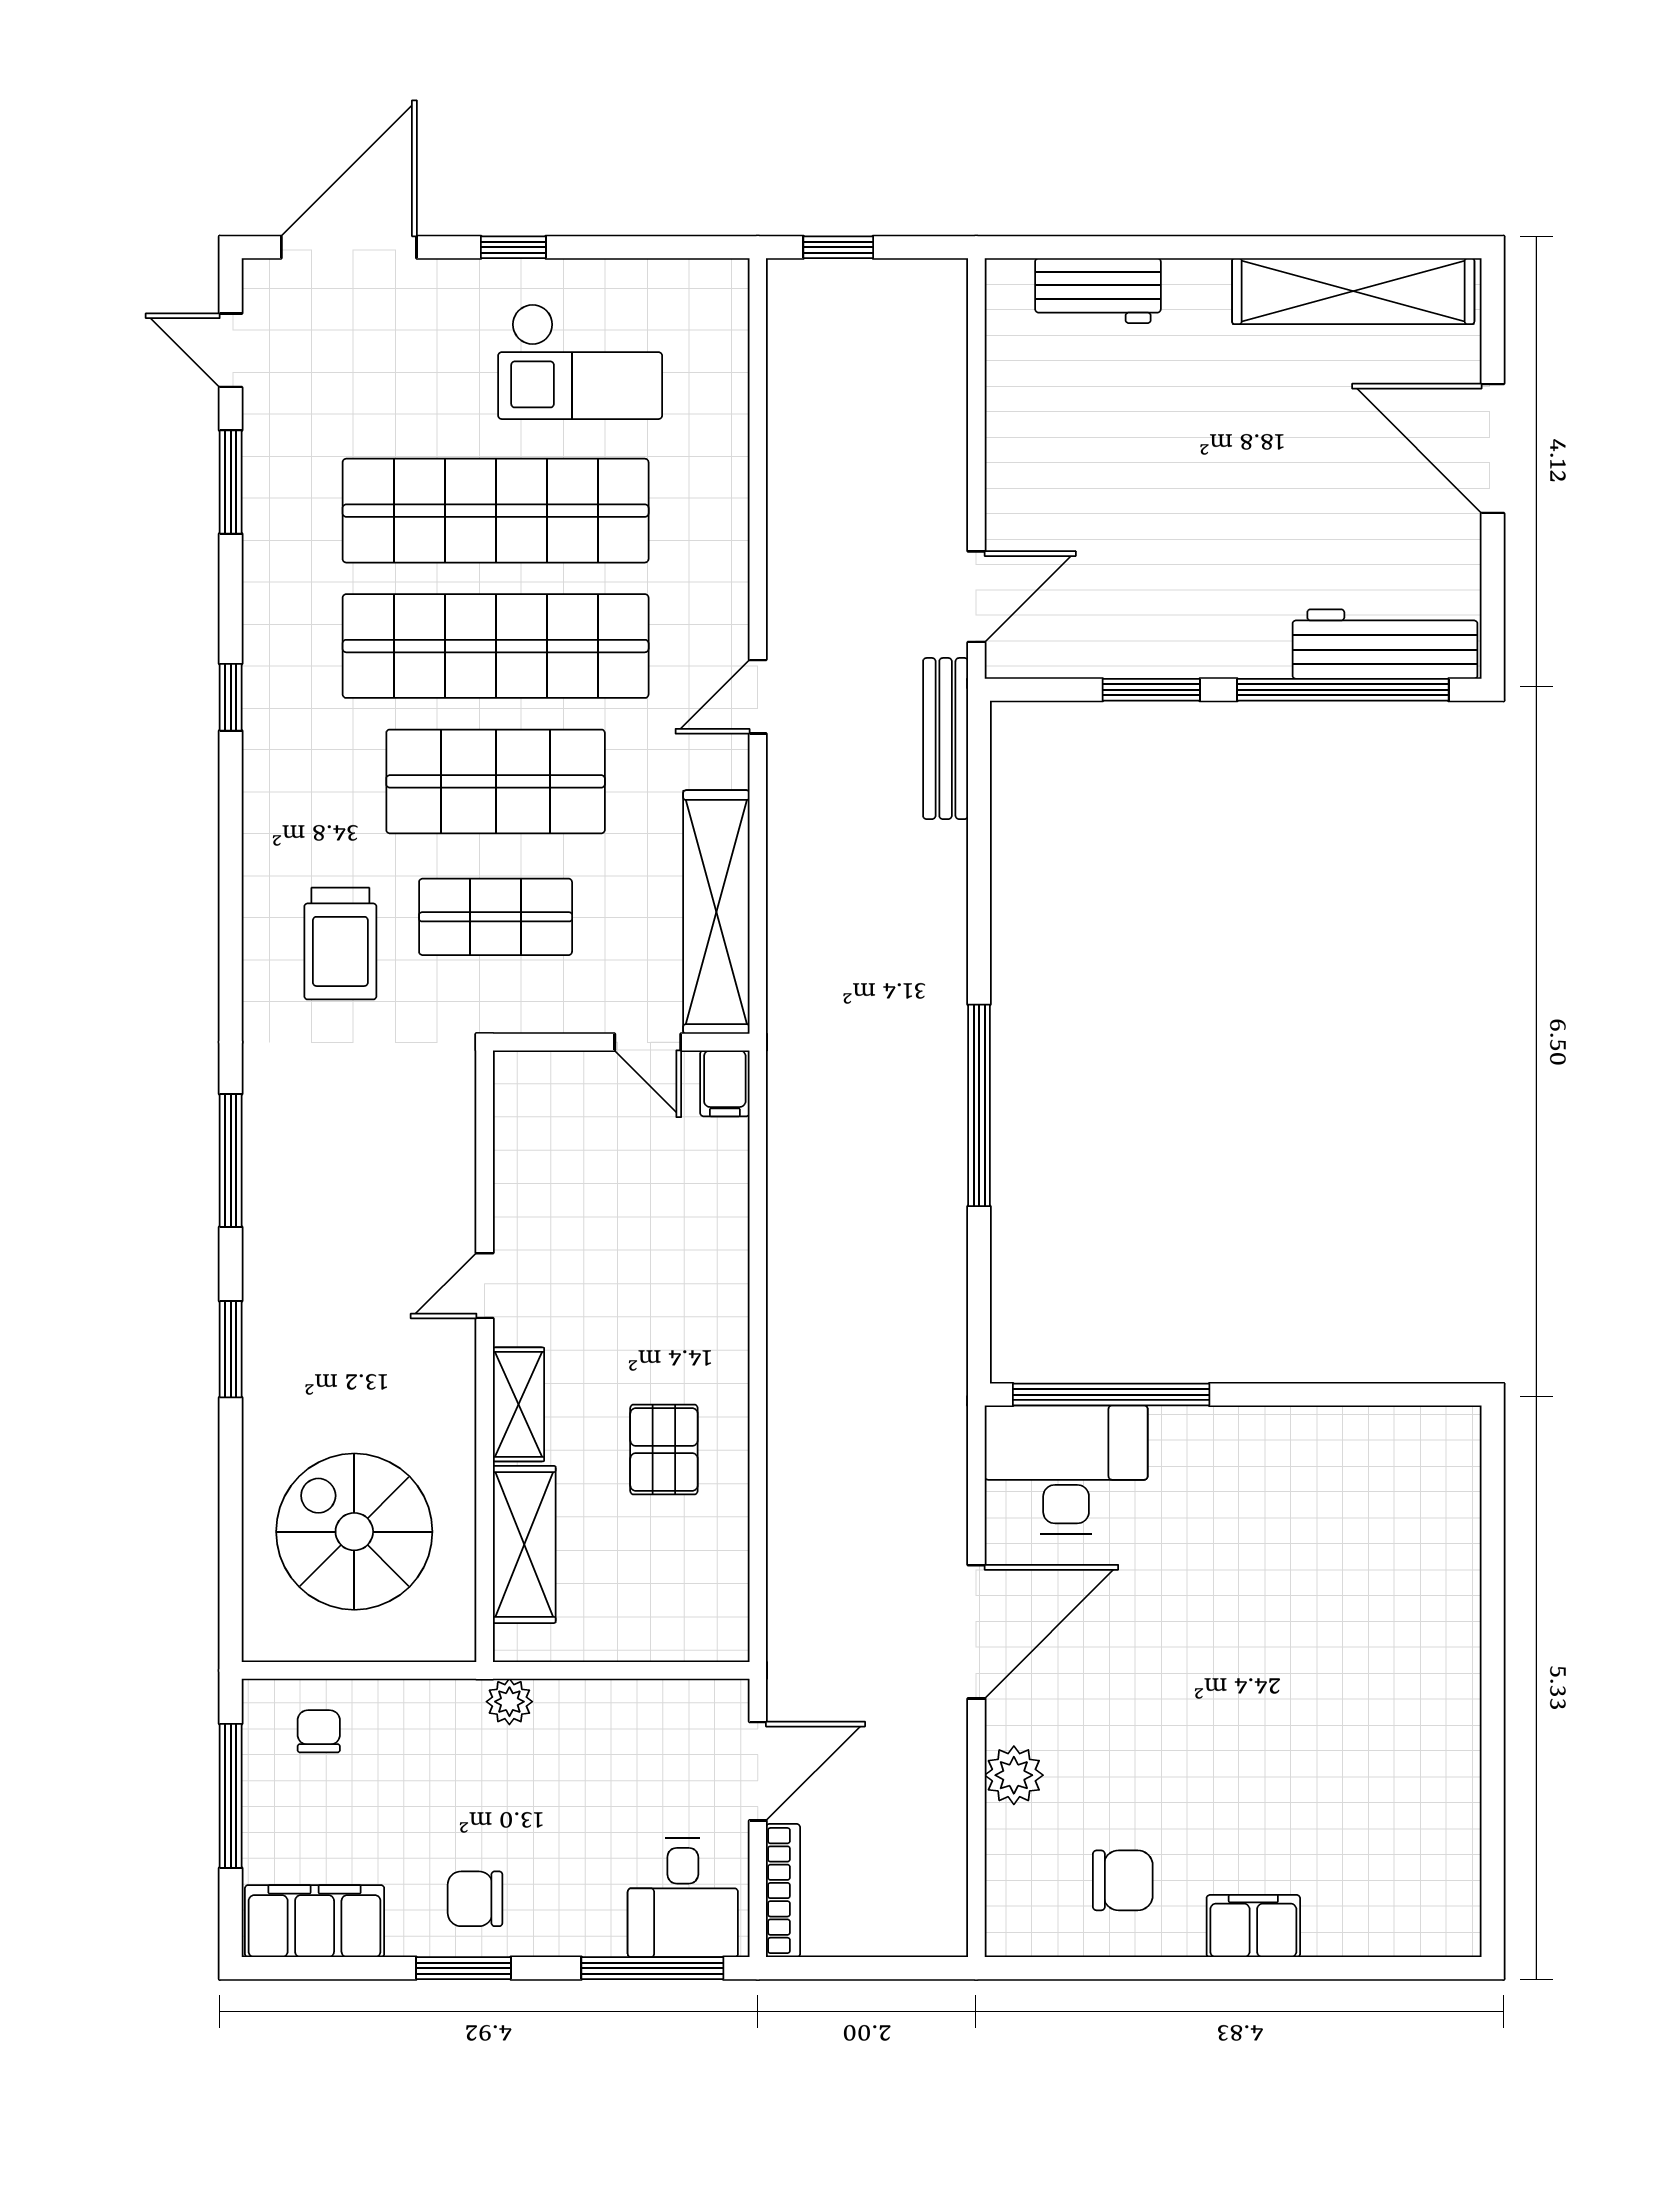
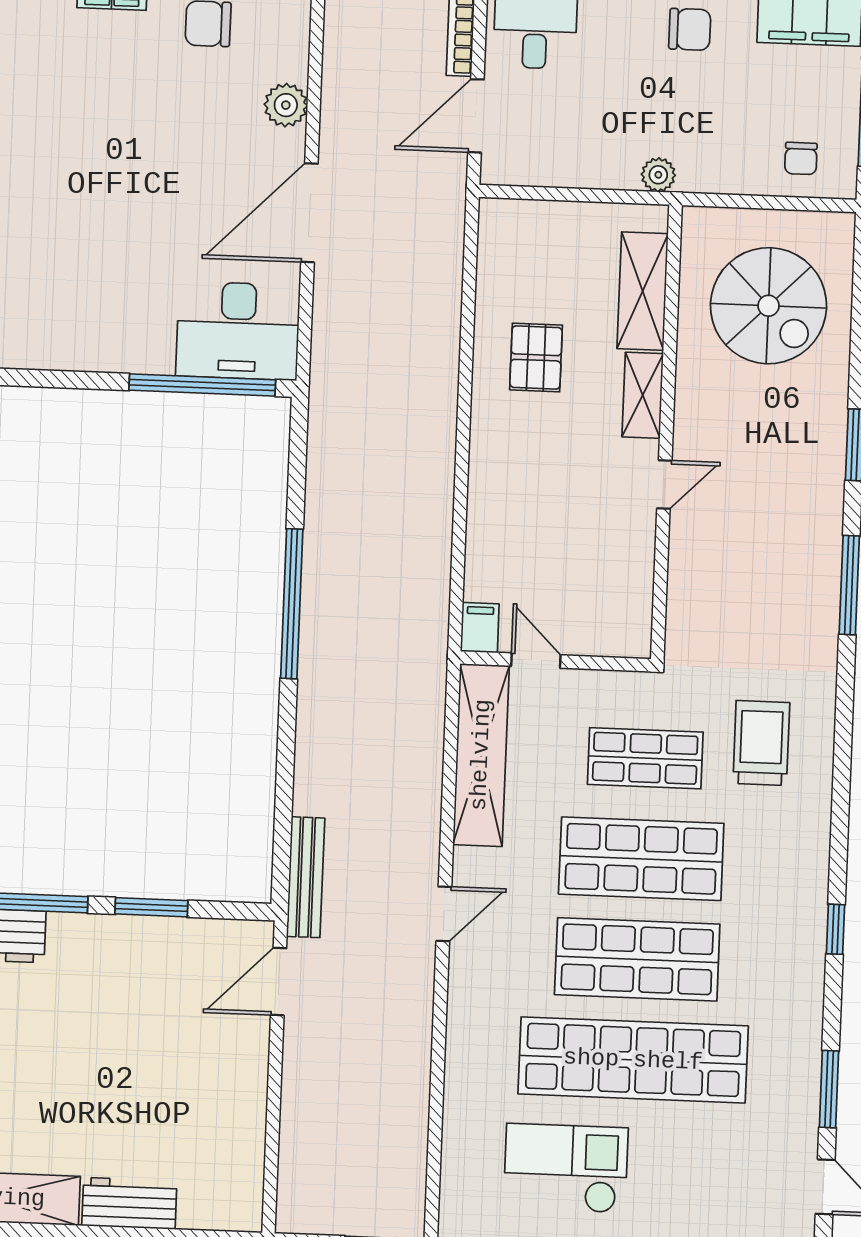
workbench: (1098, 291) -> (129, 1203), moved
shop shelf: (496, 646) -> (637, 959), width x0.71

